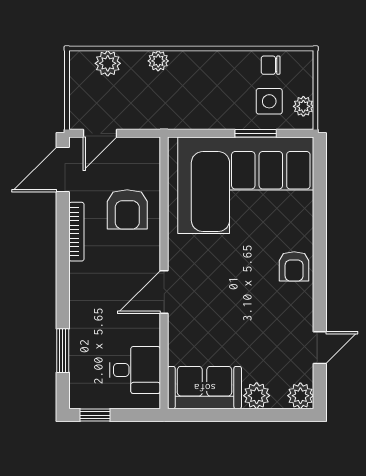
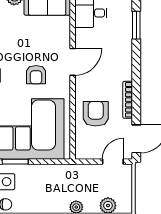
armchair: (222, 272) -> (36, 75), added

